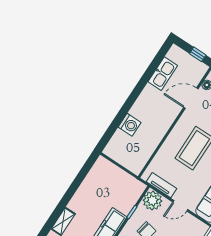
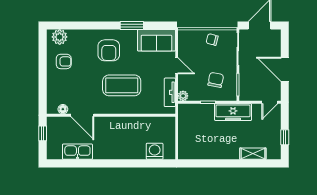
washing machine: (130, 125) -> (155, 151), moved
plant: (152, 201) -> (183, 96), width x0.53, depth x0.53

